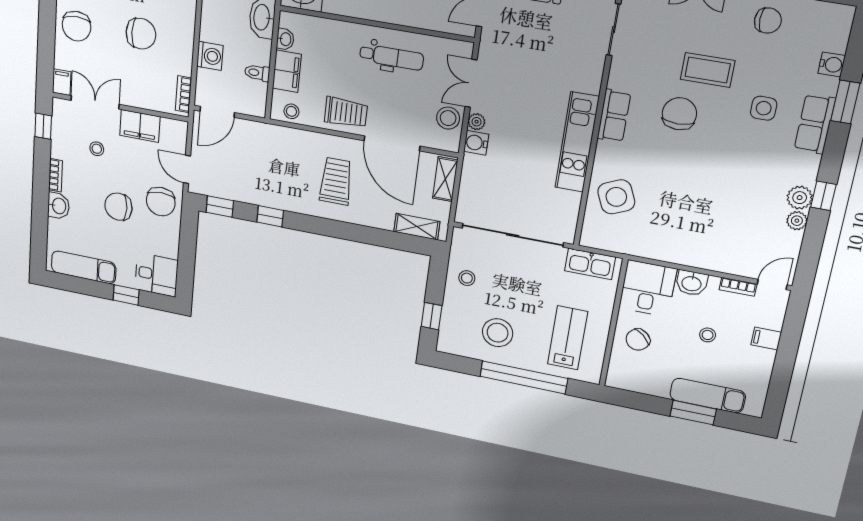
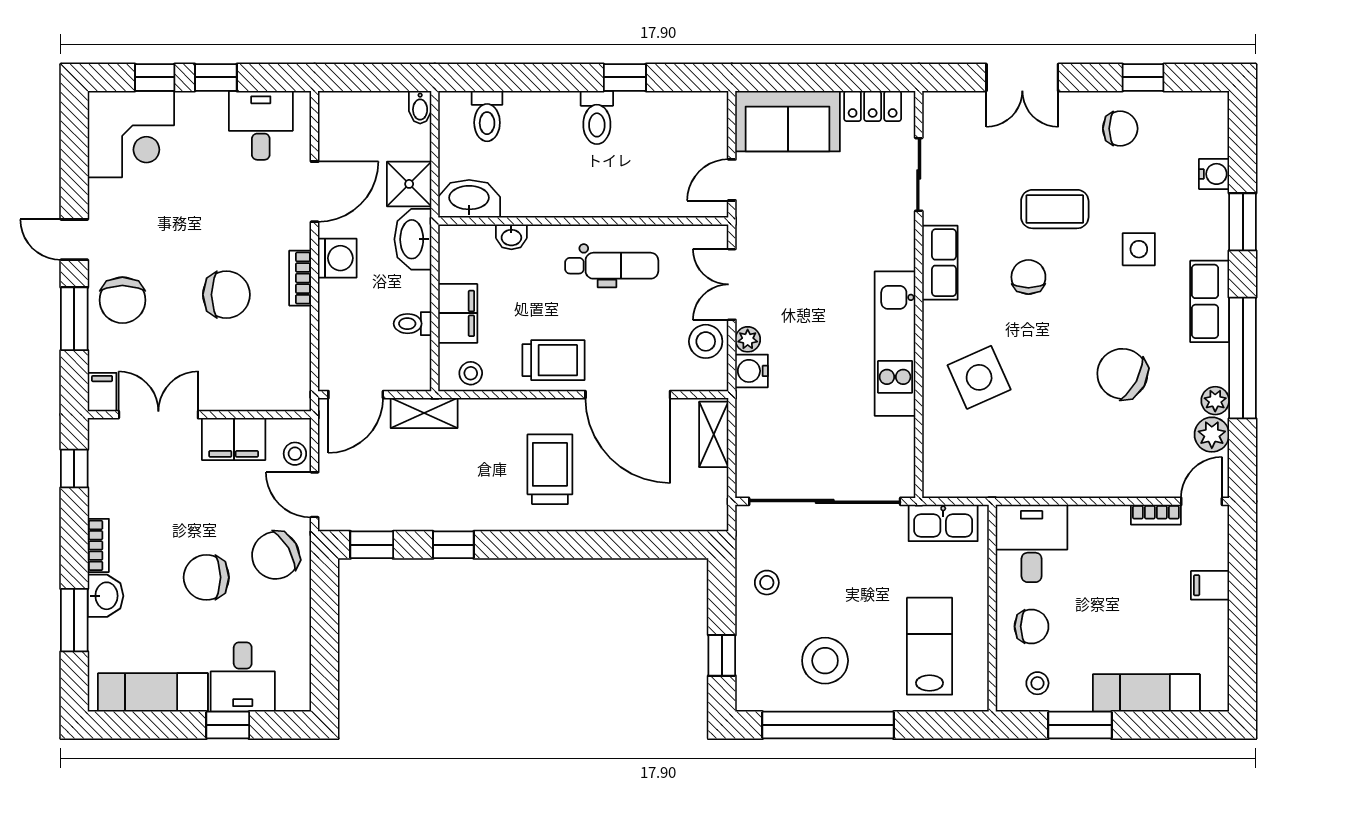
window: (47, 33) -> (74, 319), added
washbasin: (285, 39) -> (511, 237), moved, turned 90
washing machine: (210, 56) -> (337, 258), moved
bookcase: (183, 94) -> (300, 278), moved
chair: (679, 114) -> (1028, 277), width x0.73, depth x0.73
row of seats: (614, 116) -> (940, 263), moved
row of seats: (815, 124) -> (1210, 301), moved
stool: (97, 149) -> (295, 454), moved
chair: (734, 191) -> (1122, 374), added
window: (823, 196) -> (1243, 358), width x3.17
side table: (616, 197) -> (979, 377), moved
plant: (800, 198) -> (1212, 435), moved
chair: (161, 202) -> (276, 555), turned 60
window: (40, 217) -> (74, 620), added
shelving: (417, 227) -> (424, 413), moved
desk: (156, 275) -> (243, 677), moved, turned 90
washbasin: (692, 283) -> (1091, 523), removed
stool: (708, 335) -> (1037, 683), moved
chair: (638, 340) -> (1031, 626), turned -131
window: (524, 377) -> (828, 725), moved
window: (693, 413) -> (1080, 725), moved

